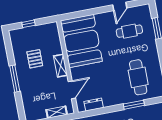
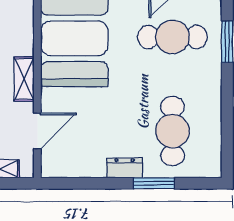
cafe table: (129, 31) -> (172, 37), width x1.37, depth x1.35
dresser: (94, 105) -> (124, 168), moved

